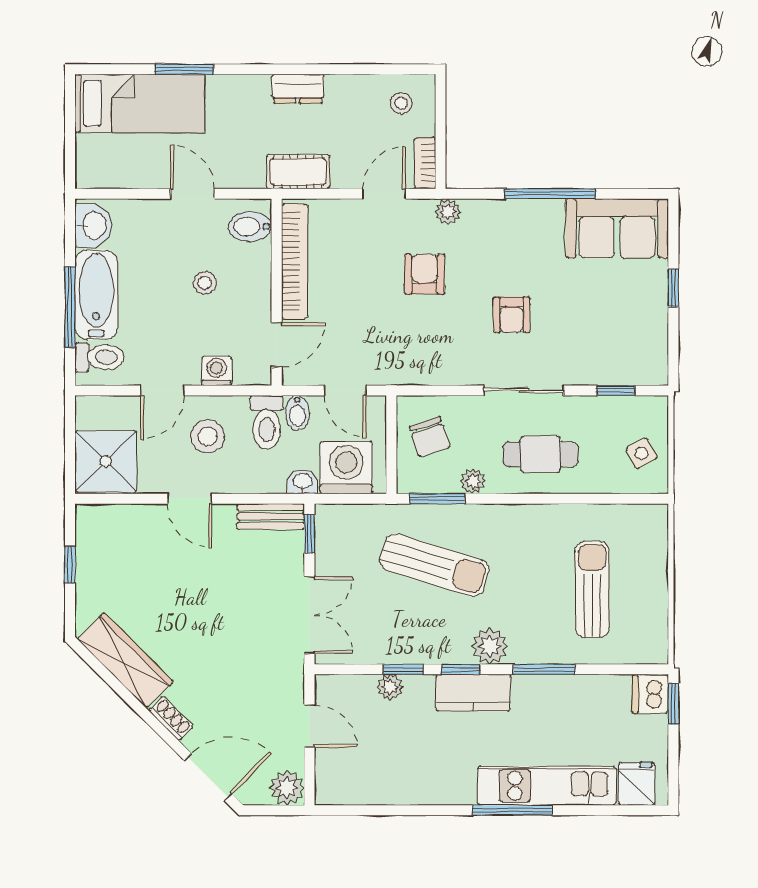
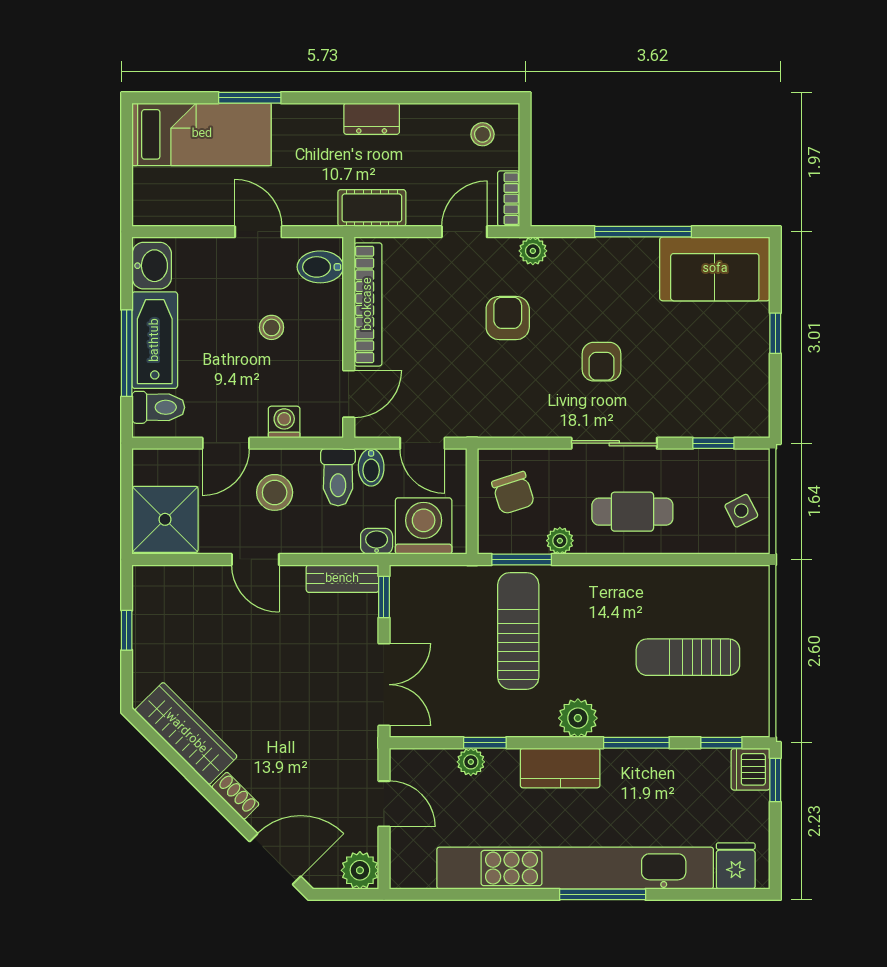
sun lounger: (434, 565) -> (518, 631), turned -107
sun lounger: (592, 590) -> (688, 657), turned -90
window: (461, 669) -> (721, 743), moved
kitchen unit: (547, 786) -> (575, 868), width x1.86

